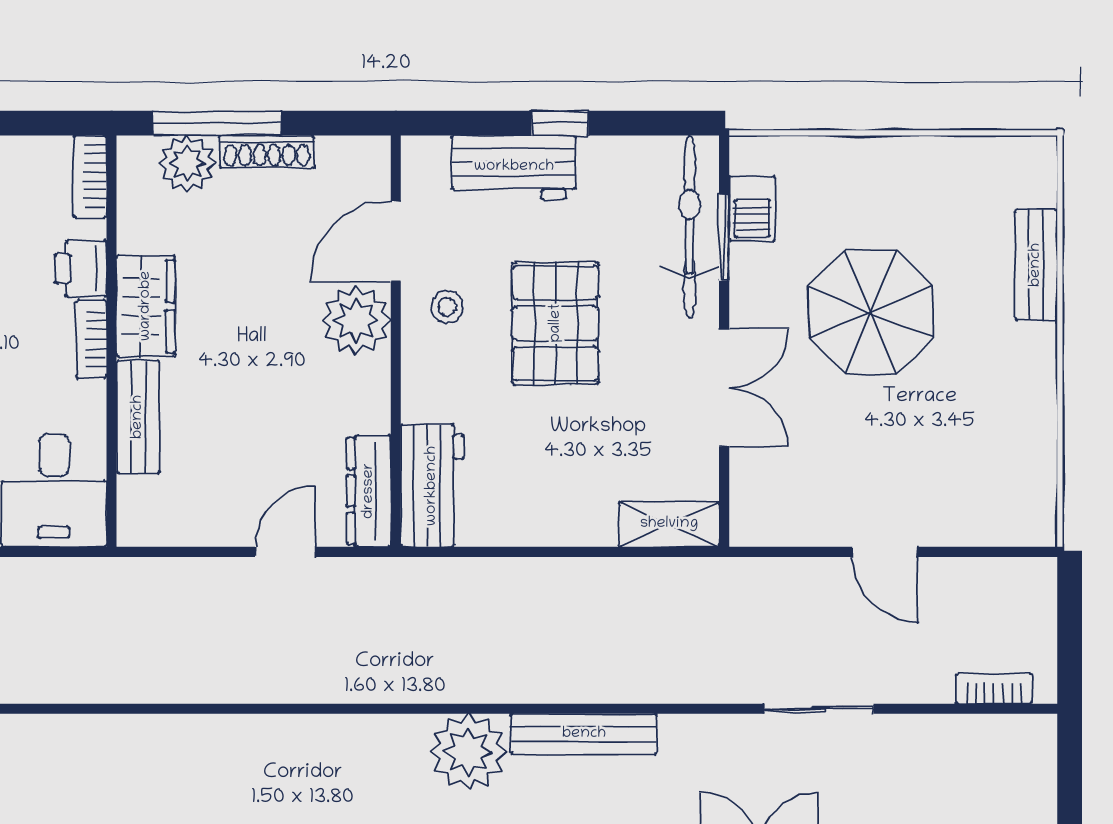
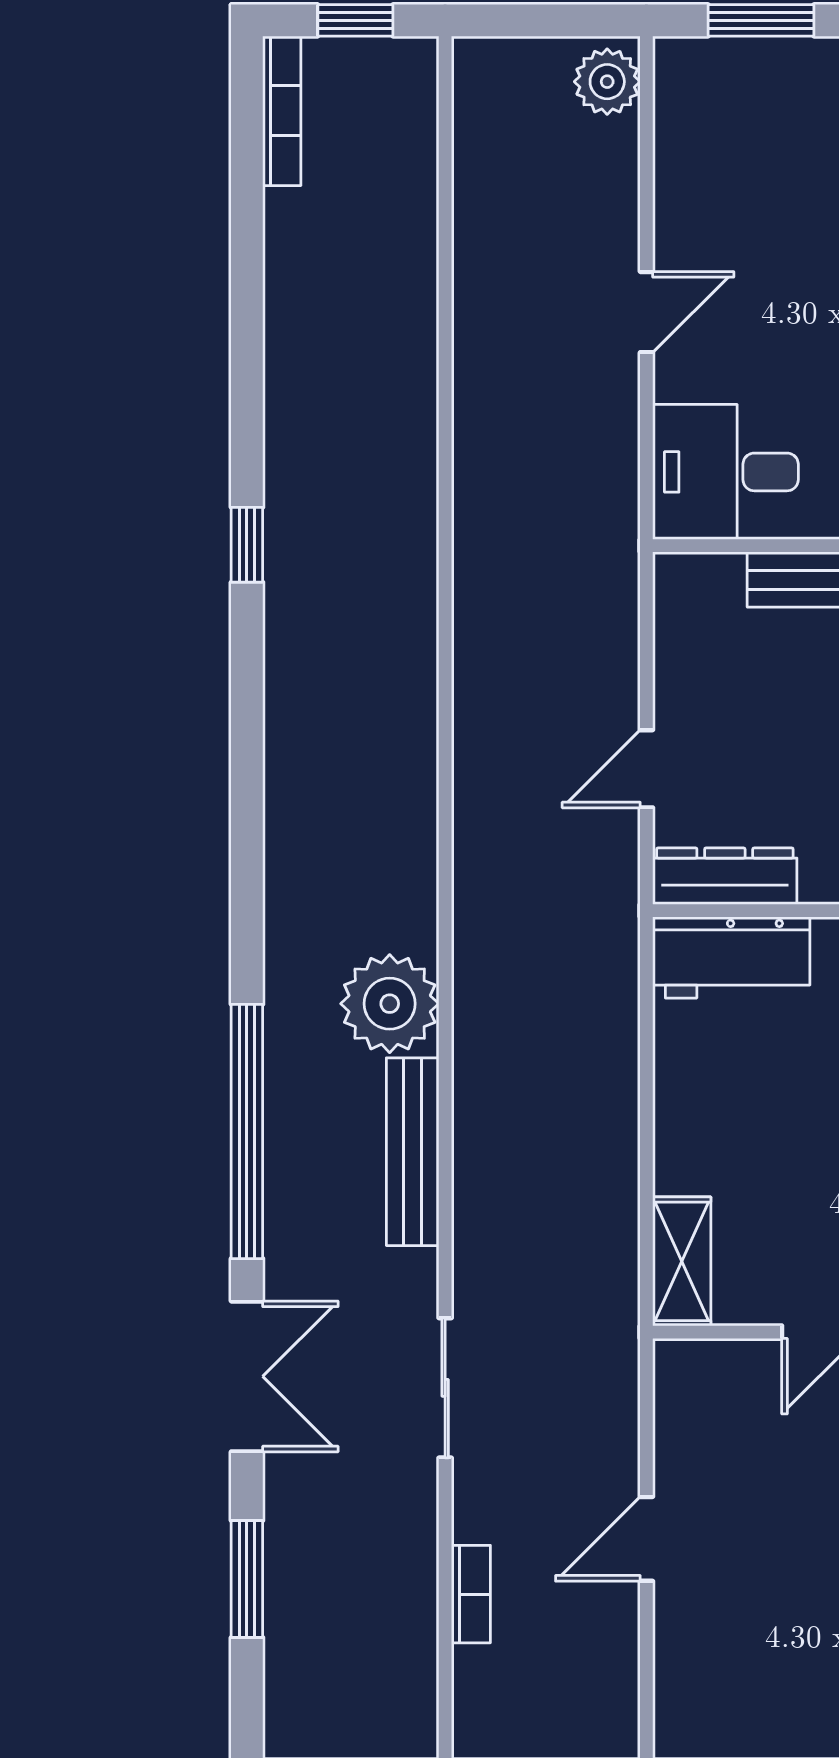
door: (285, 552) -> (646, 769), swing flipped
bookcase: (994, 689) -> (471, 1594), moved
sliding door: (819, 709) -> (445, 1388), moved

